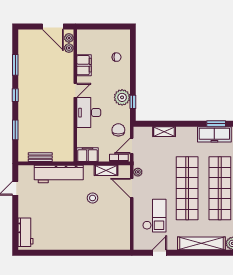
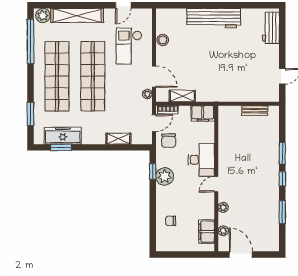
plant: (69, 38) -> (223, 207), moved
filing cabinet: (84, 65) -> (207, 231), moved
window: (15, 130) -> (282, 153), moved
workbench: (59, 174) -> (214, 18), moved, turned 180
stool: (93, 198) -> (163, 40), moved

